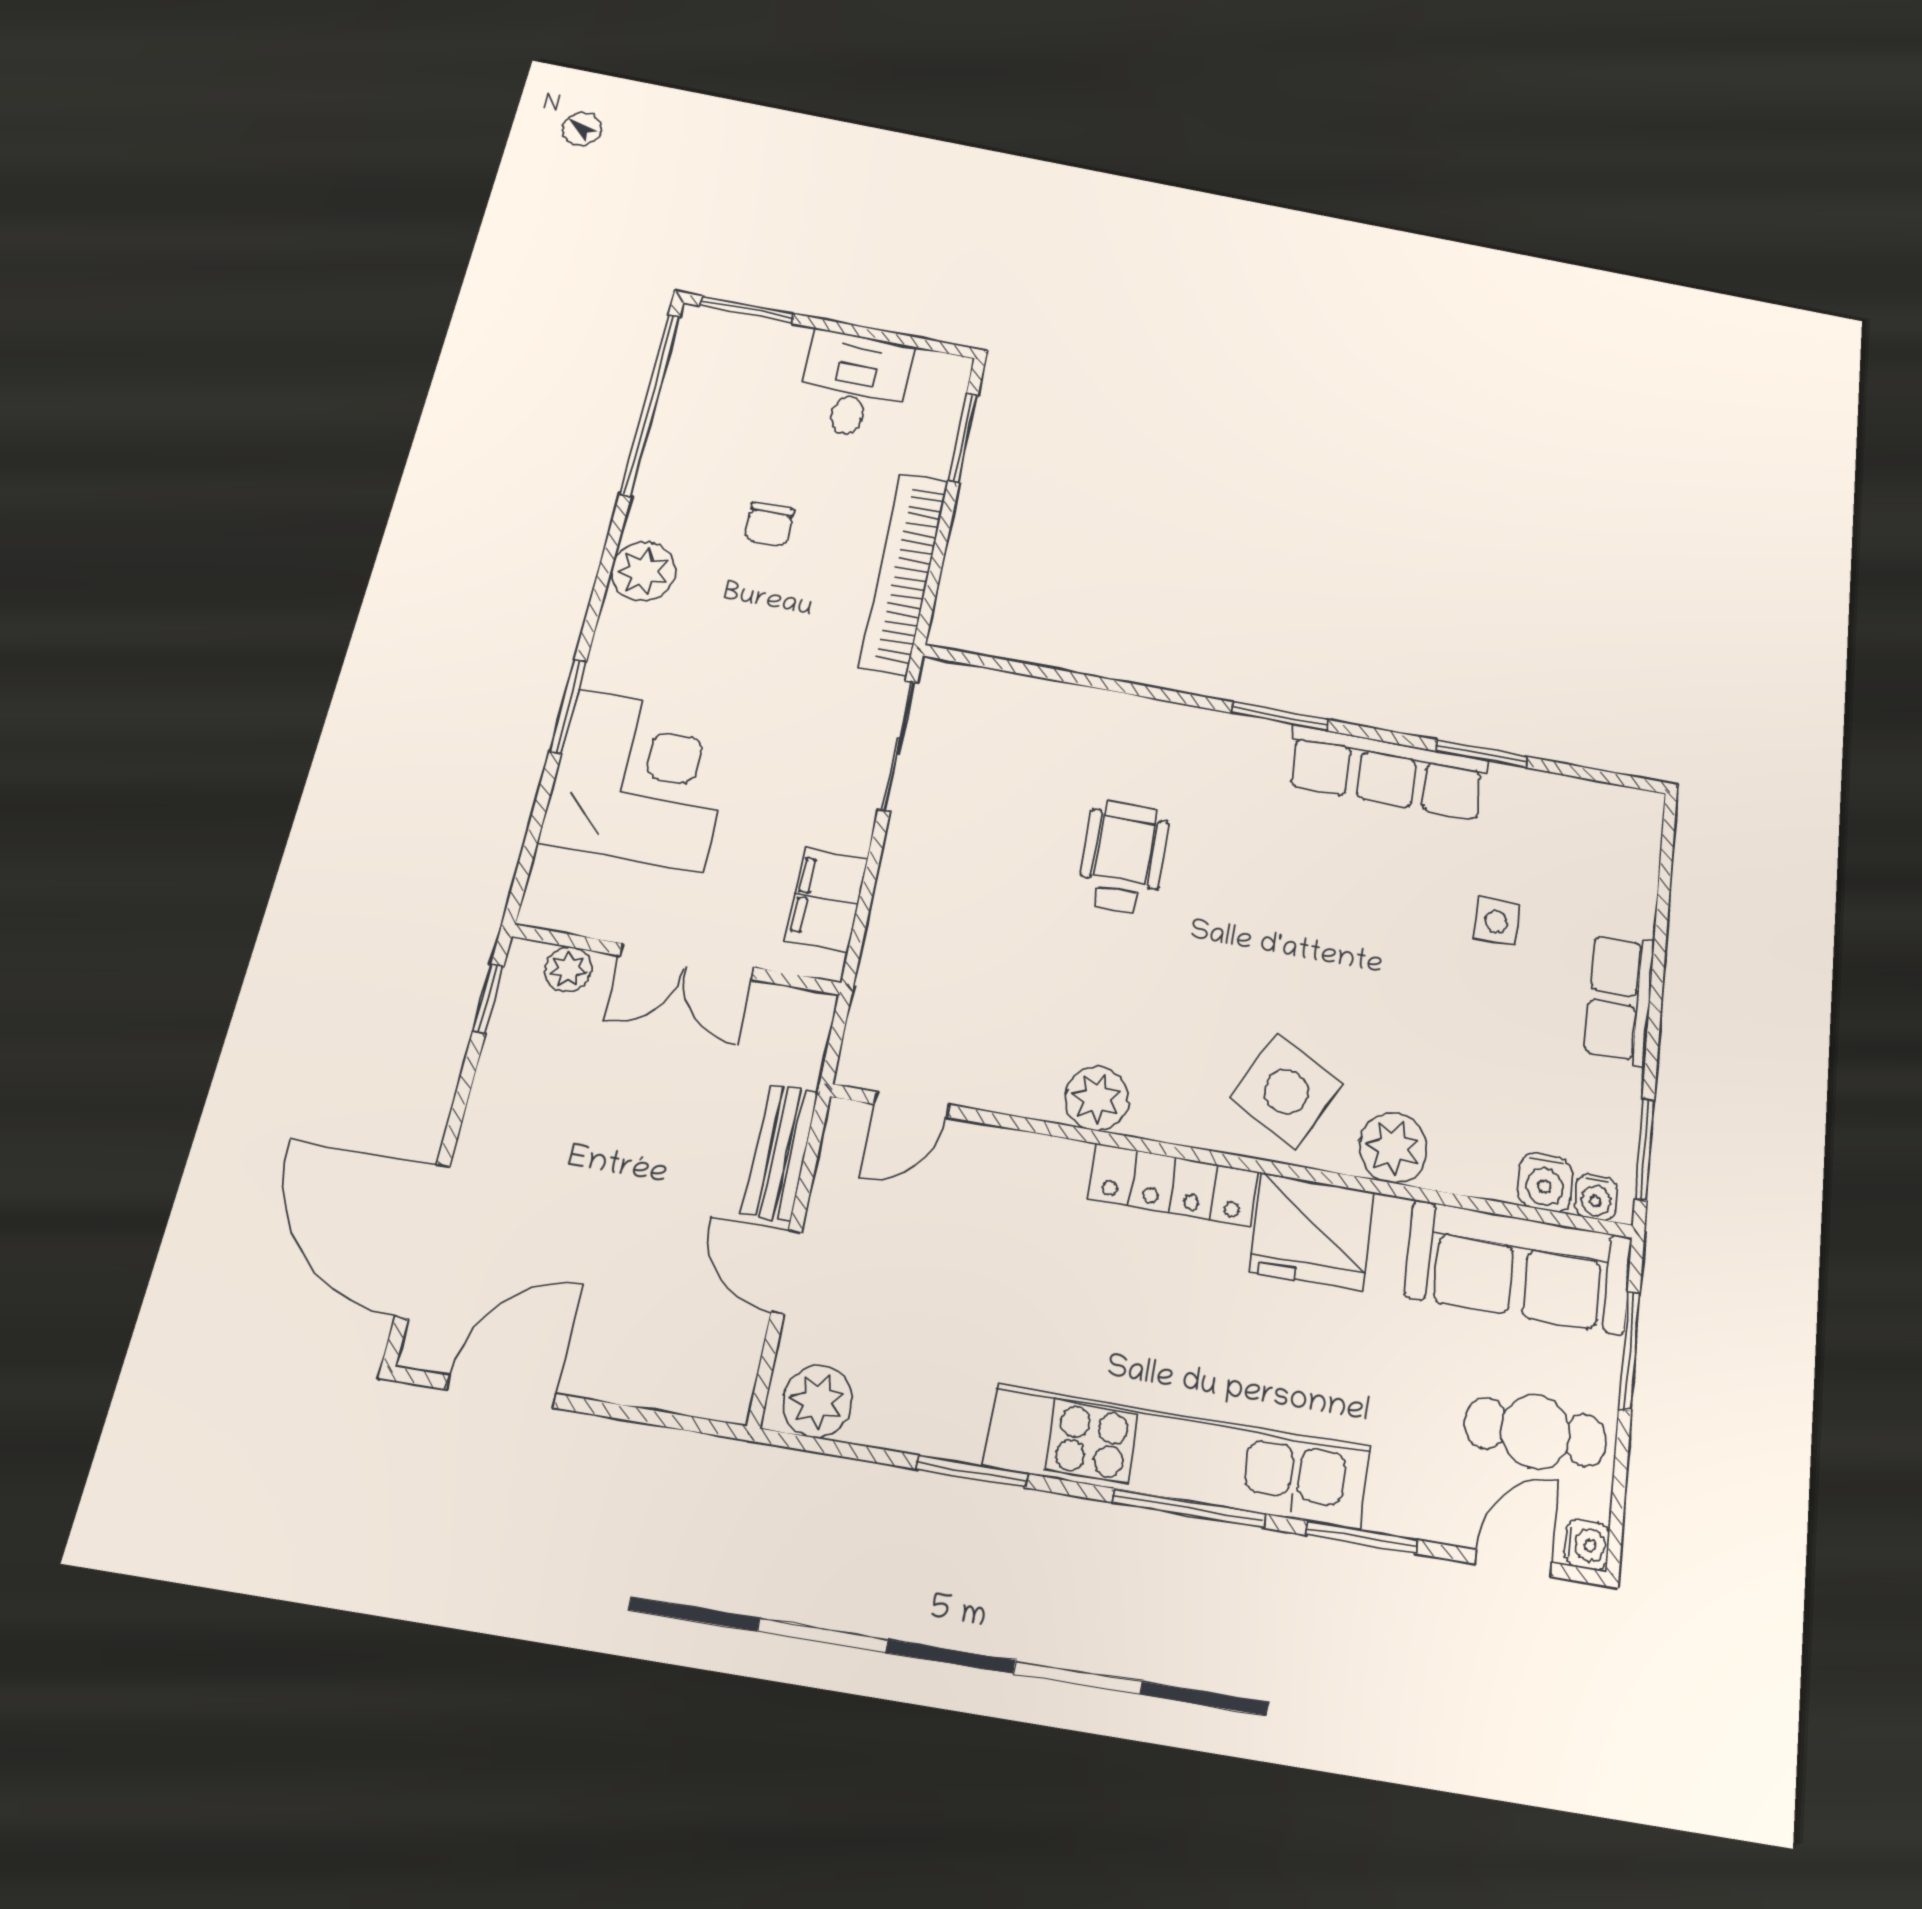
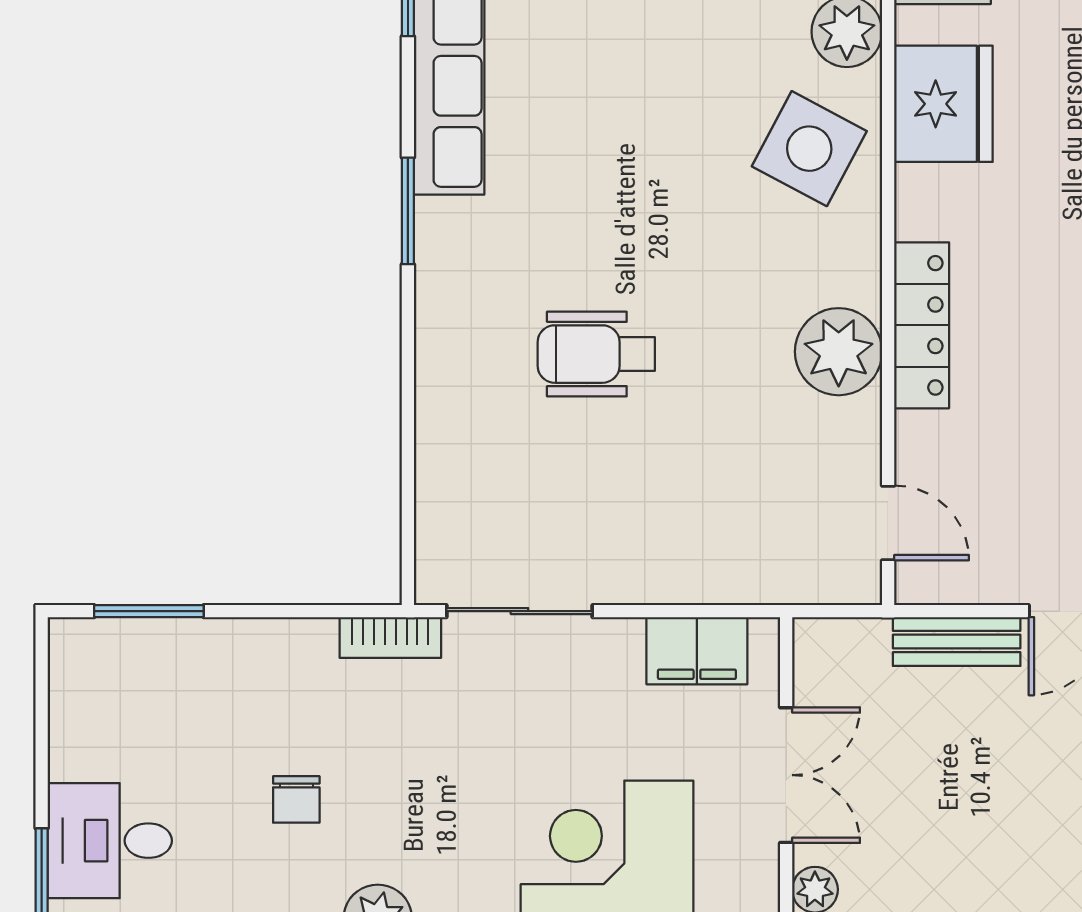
desk: (854, 385) -> (110, 841), moved
chair: (769, 524) -> (296, 799), turned 90
bookcase: (904, 573) -> (390, 637), width x0.43, depth x0.76
plant: (1097, 1099) -> (839, 352), width x1.36, depth x1.36
locker: (1173, 1185) -> (922, 325), moved

